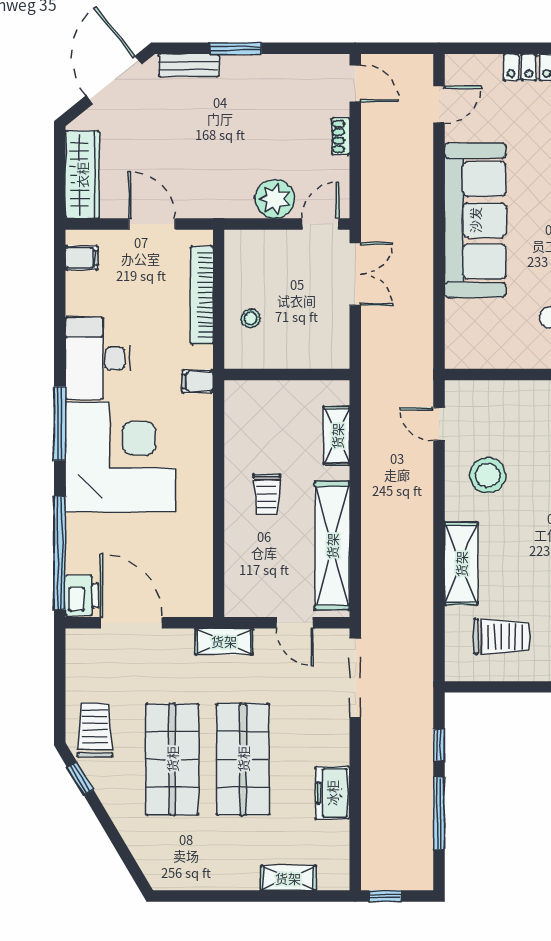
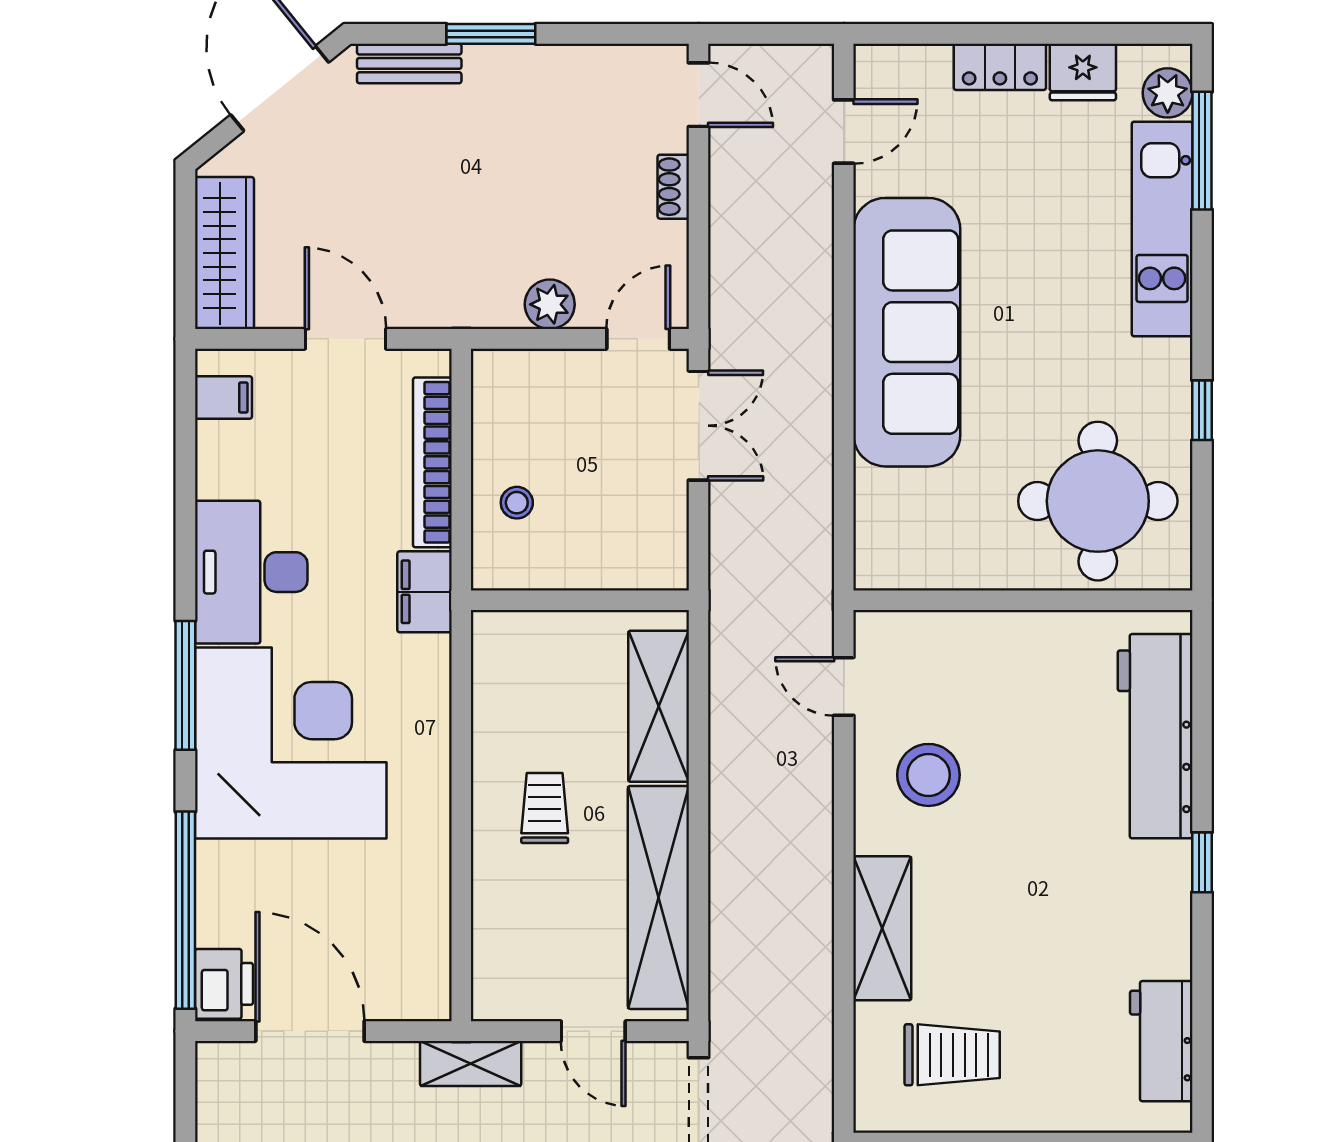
plant: (275, 199) -> (550, 304), width x0.73, depth x0.73
filing cabinet: (197, 381) -> (425, 592), width x2.00
shelving: (337, 436) -> (659, 706), width x1.50, depth x1.33
trolley: (267, 494) -> (545, 808), turned 180

